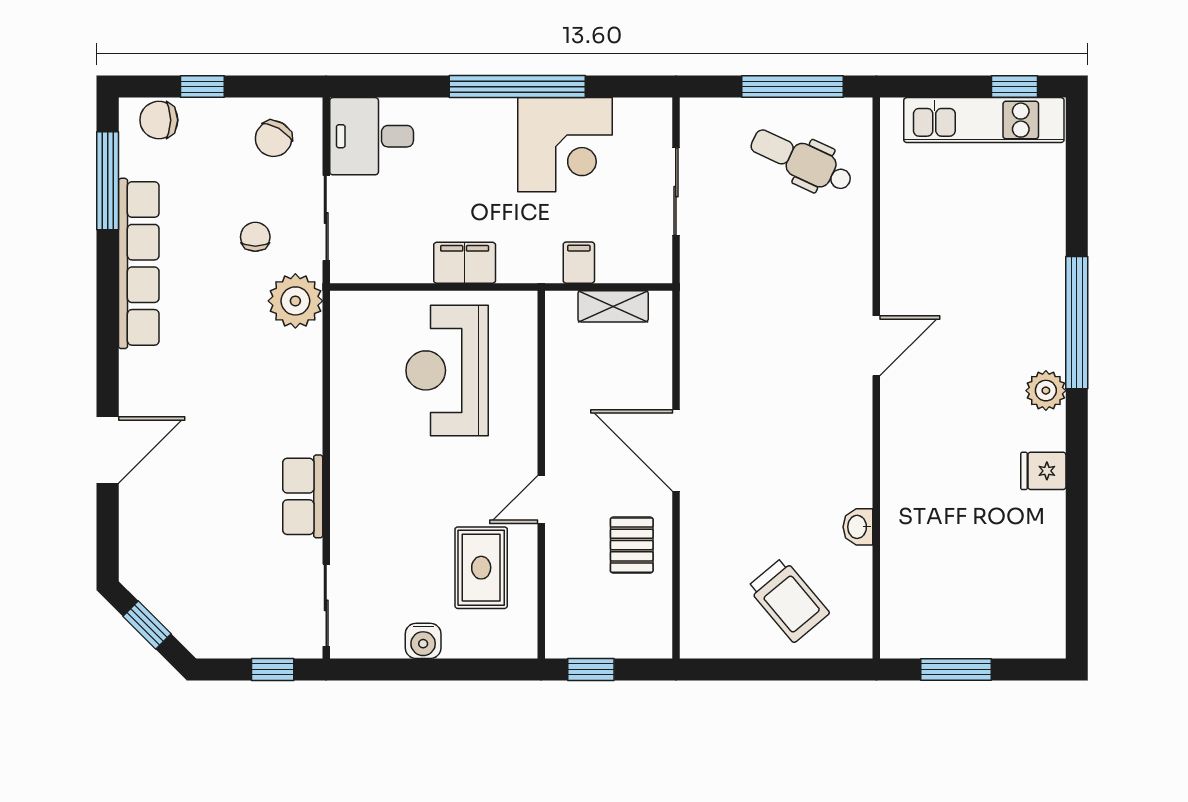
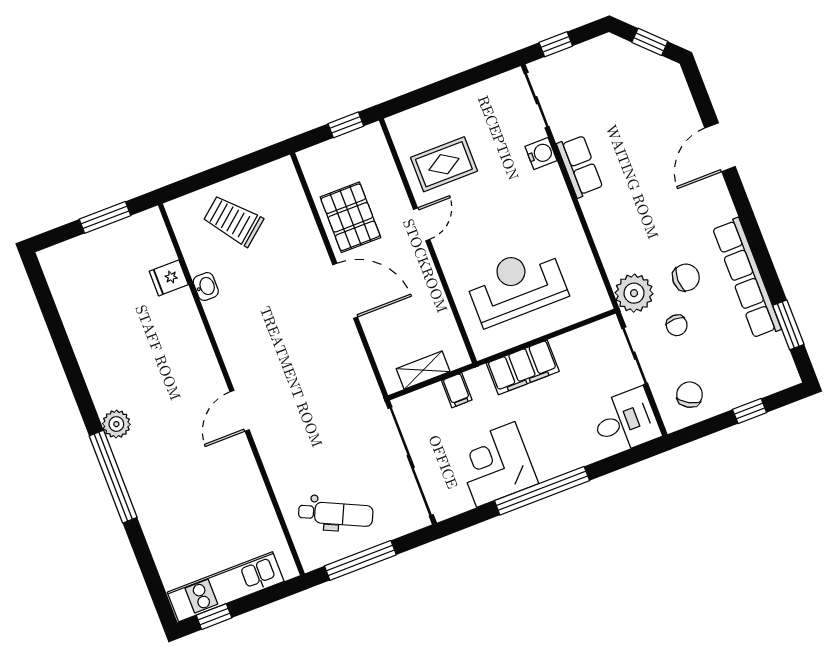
chair: (159, 120) -> (686, 277), moved
window: (108, 181) -> (788, 325), width x0.69
sliding door: (676, 192) -> (411, 462), width x1.86
filing cabinet: (465, 263) -> (523, 367), width x1.50, depth x1.17
reception desk: (447, 370) -> (516, 286), turned -90
fridge: (1043, 471) -> (169, 278), moved, turned 180
pallet: (632, 545) -> (350, 217), width x1.50, depth x1.42
rug: (481, 568) -> (444, 164), turned 90
water cooler: (423, 641) -> (541, 154), moved, turned 90

